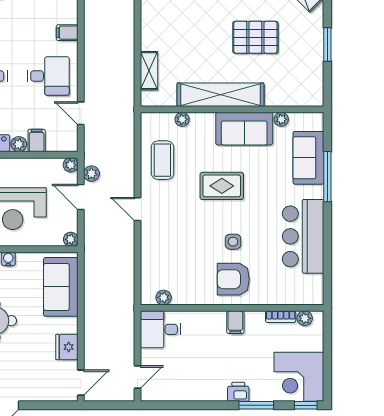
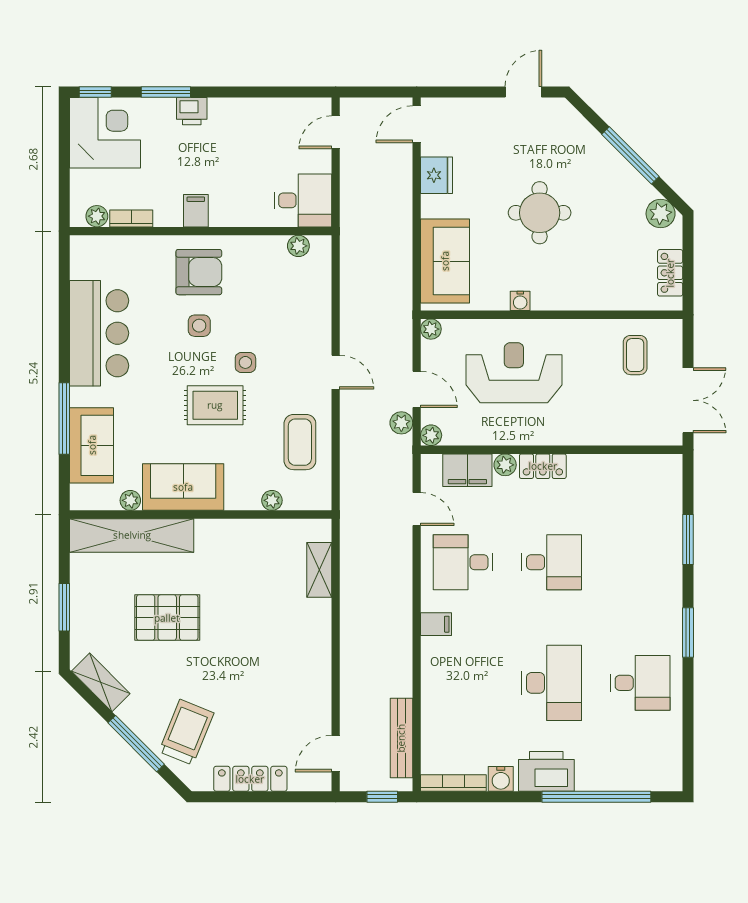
shelving: (220, 95) -> (132, 535), moved
filing cabinet: (37, 140) -> (467, 470), width x2.00
side table: (201, 216) -> (245, 362), added

